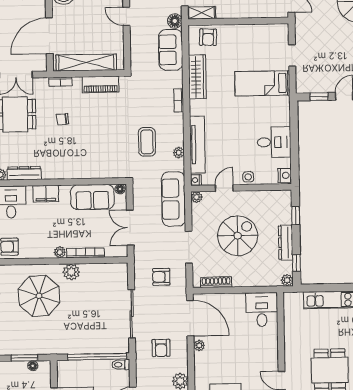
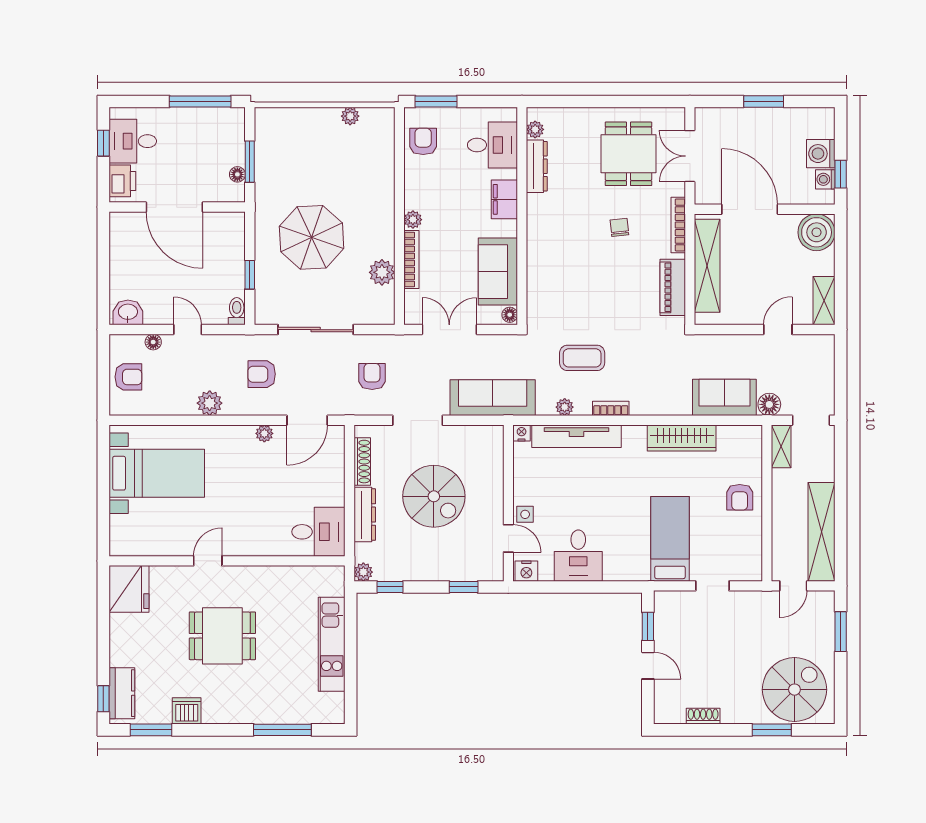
armchair: (208, 37) -> (740, 497), moved, turned -92
bookcase: (60, 82) -> (678, 225), width x1.56
bookcase: (179, 100) -> (611, 408), moved
door: (224, 188) -> (508, 538), moved
plant: (197, 197) -> (495, 434), removed
dresser: (286, 243) -> (365, 515), moved, turned 90
plant: (71, 272) -> (382, 272), moved
parasol: (39, 296) -> (312, 237), moved
door: (190, 318) -> (307, 420), width x0.73
window: (97, 357) -> (250, 275), width x0.32

